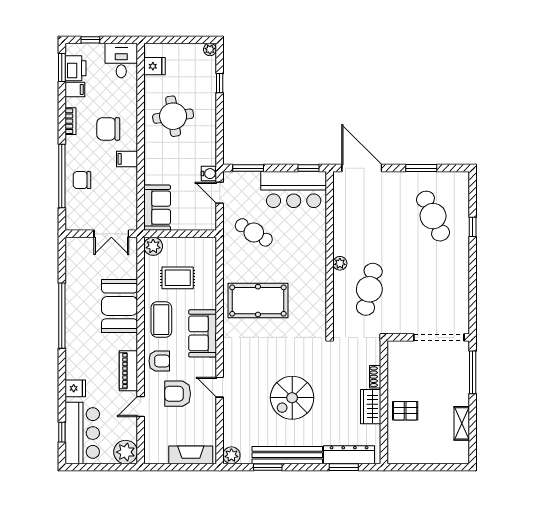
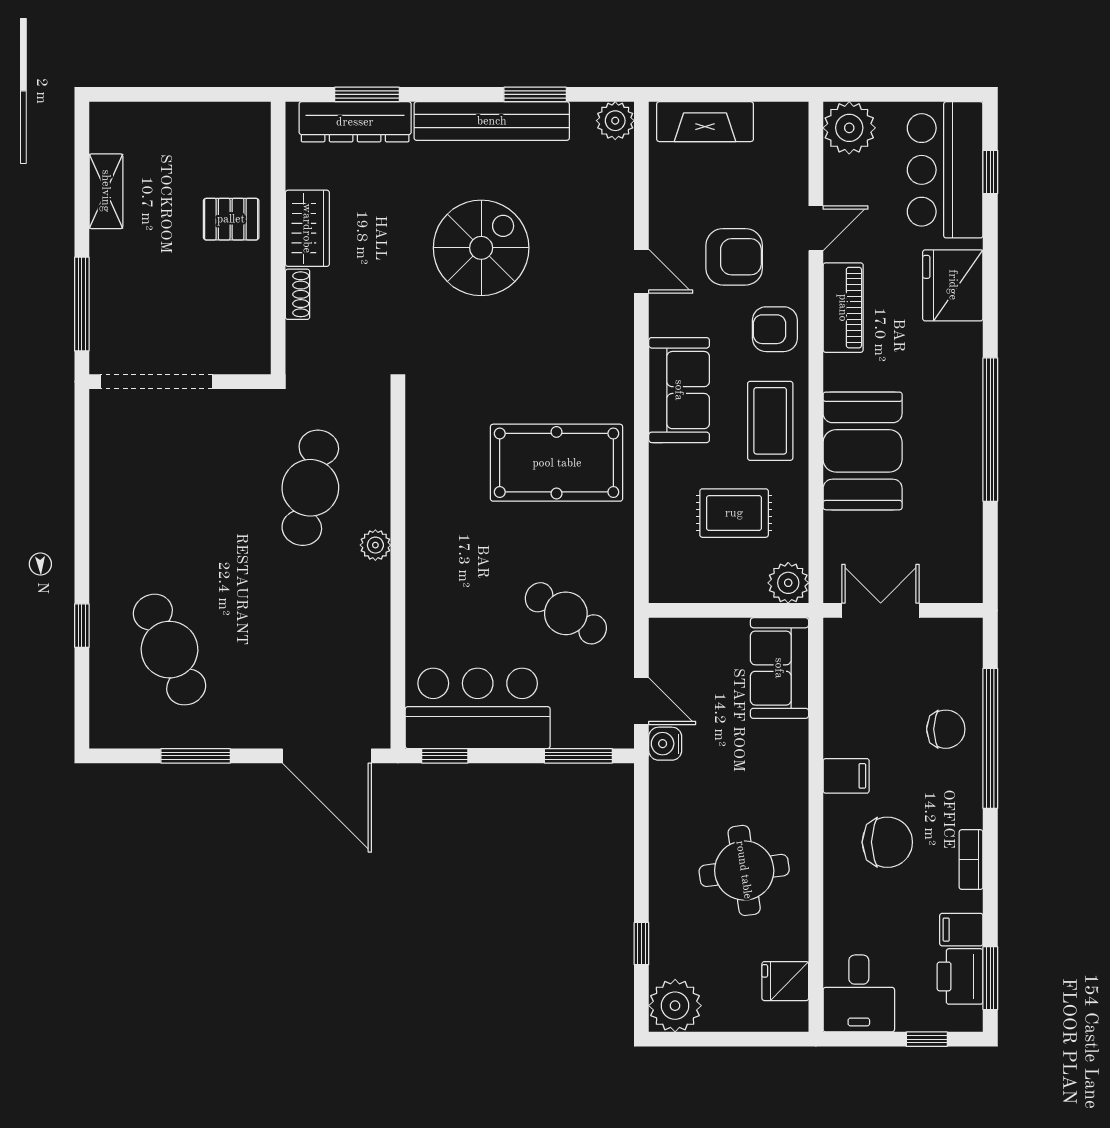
plant: (210, 49) -> (675, 1006), width x1.87, depth x1.87
fridge: (75, 388) -> (953, 285), width x1.88, depth x1.34

